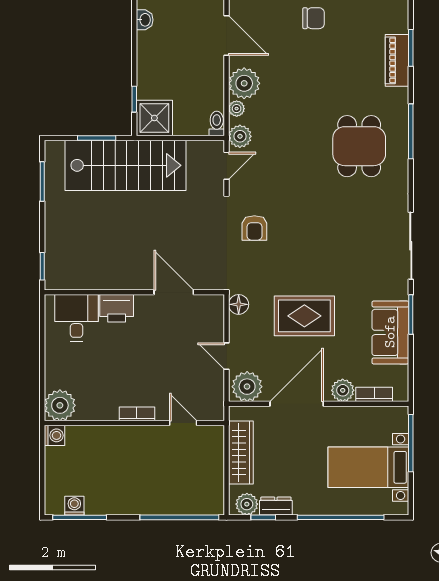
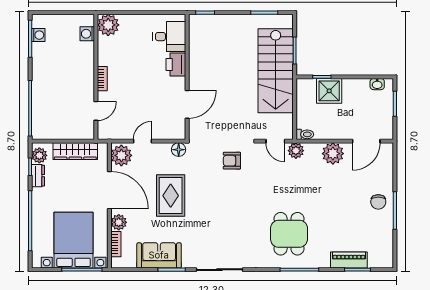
plant: (237, 109) -> (315, 148), removed
shower: (154, 118) -> (329, 91), moved
dining table: (359, 146) -> (289, 234), turned 90
washing machine: (54, 435) -> (87, 34), moved, turned 90
bed with nightstands: (368, 467) -> (74, 240), width x1.36

